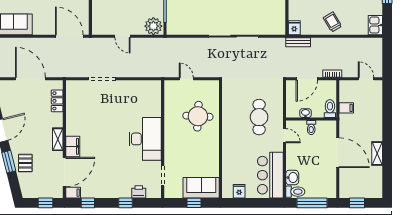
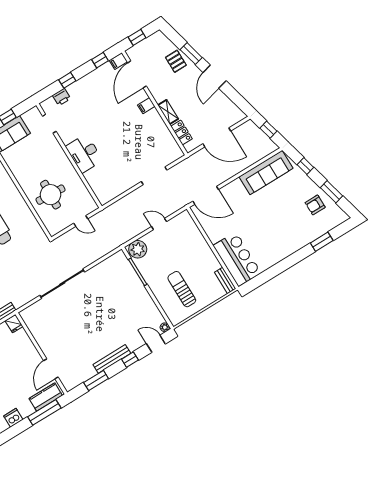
shelving: (58, 139) -> (168, 112), moved
desk: (145, 139) -> (84, 153), width x0.73, depth x0.77
filing cabinet: (73, 146) -> (146, 106), width x0.50

